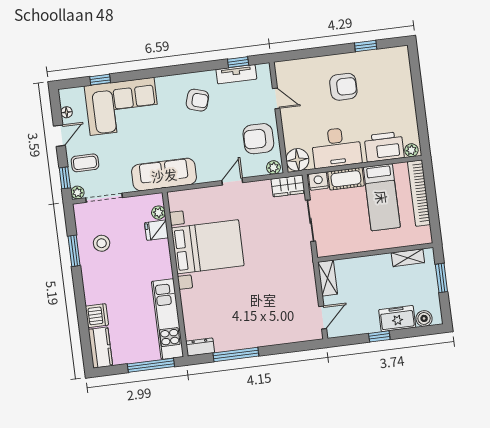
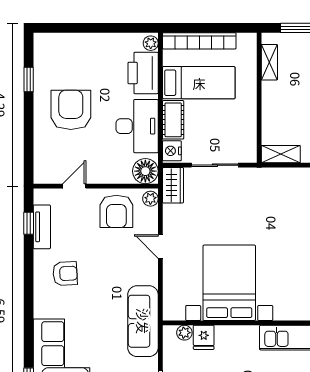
armchair: (343, 87) -> (71, 110), width x1.36, depth x1.36
armchair: (197, 100) -> (65, 274), turned 70

